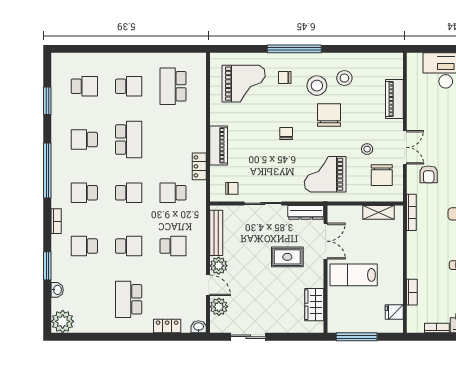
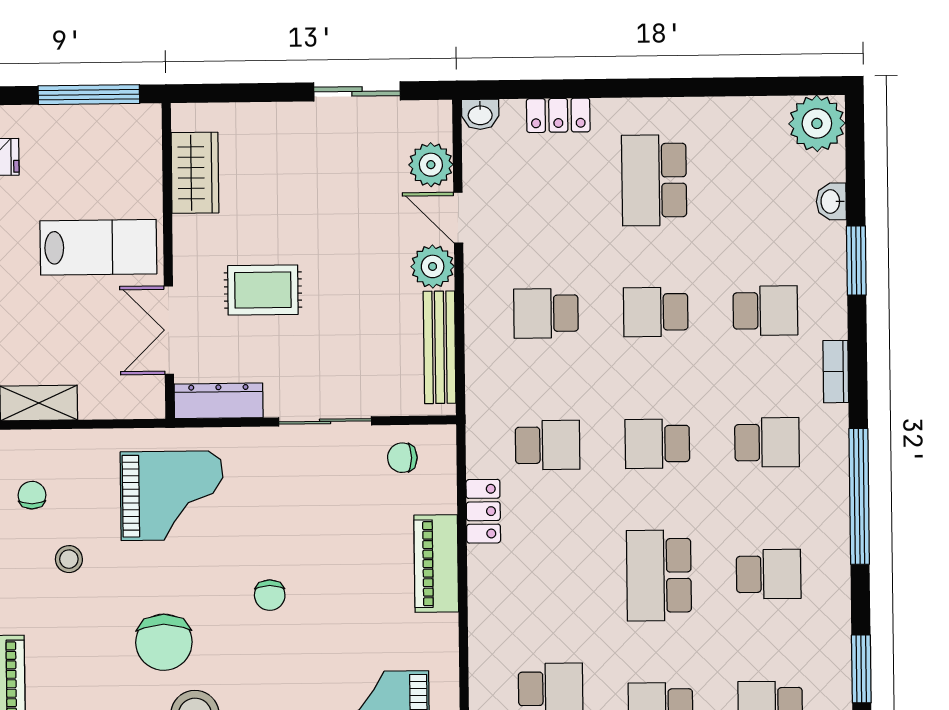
chair: (382, 175) -> (32, 495), width x0.54, depth x0.54
school desk: (129, 299) -> (654, 180), turned 180

